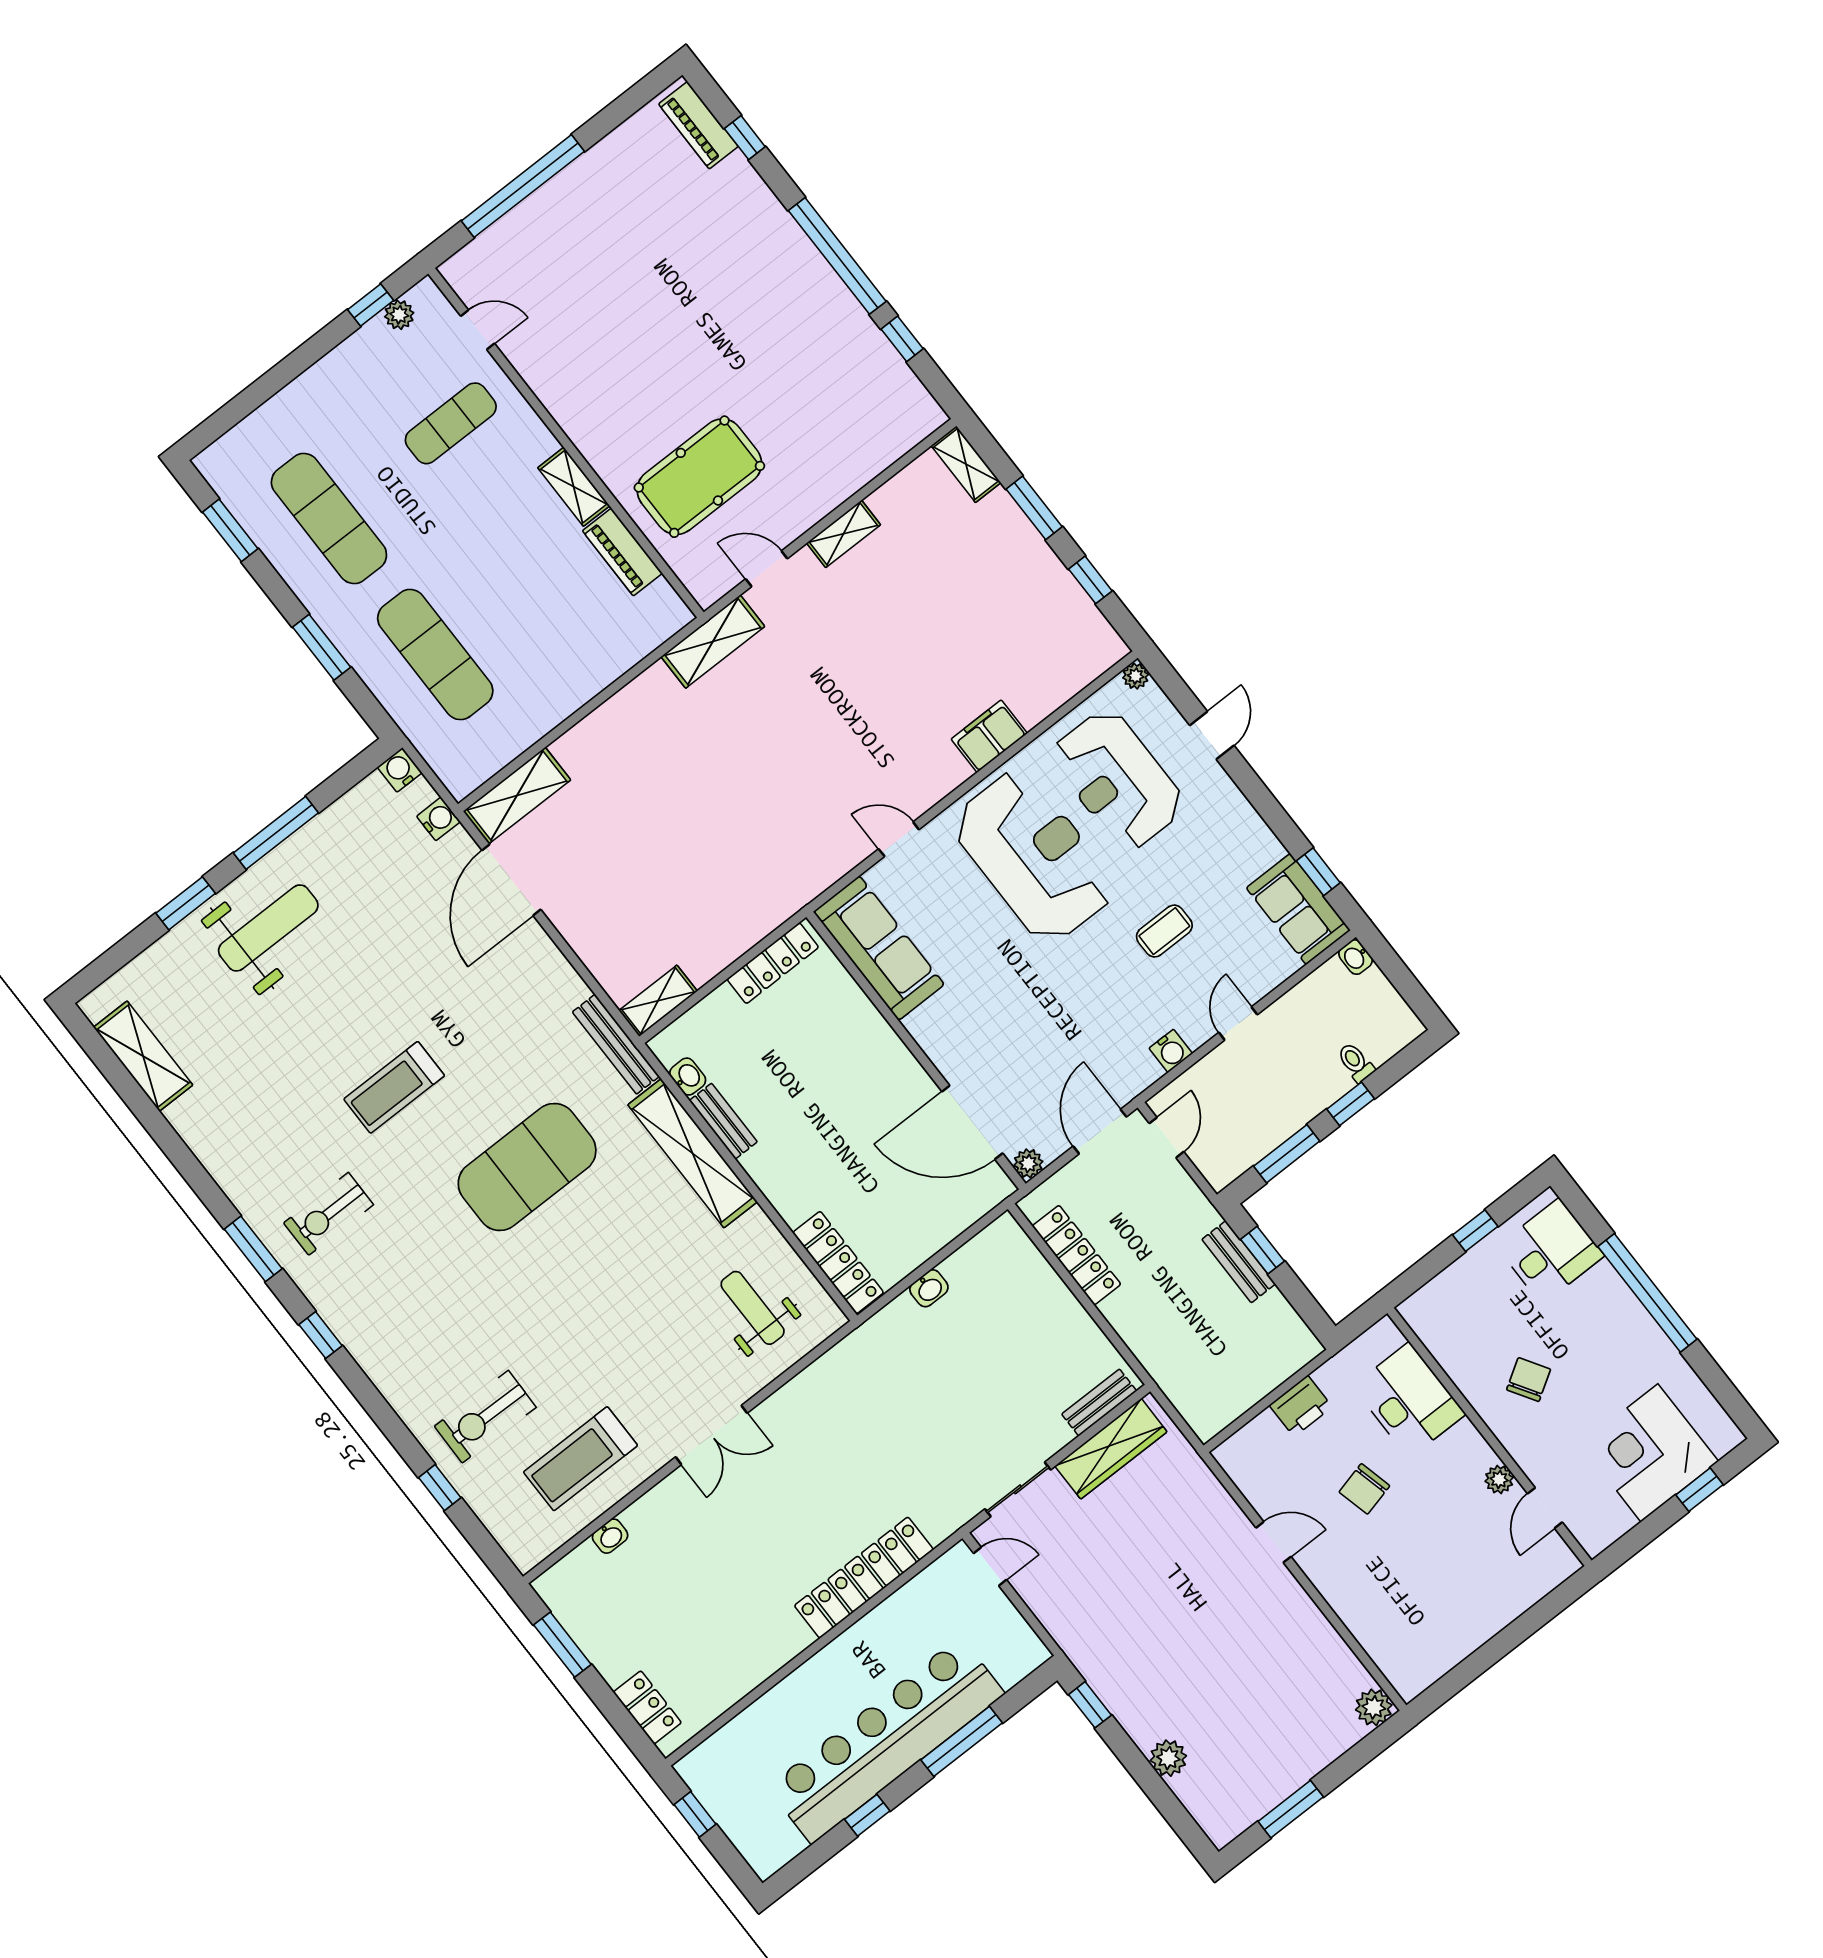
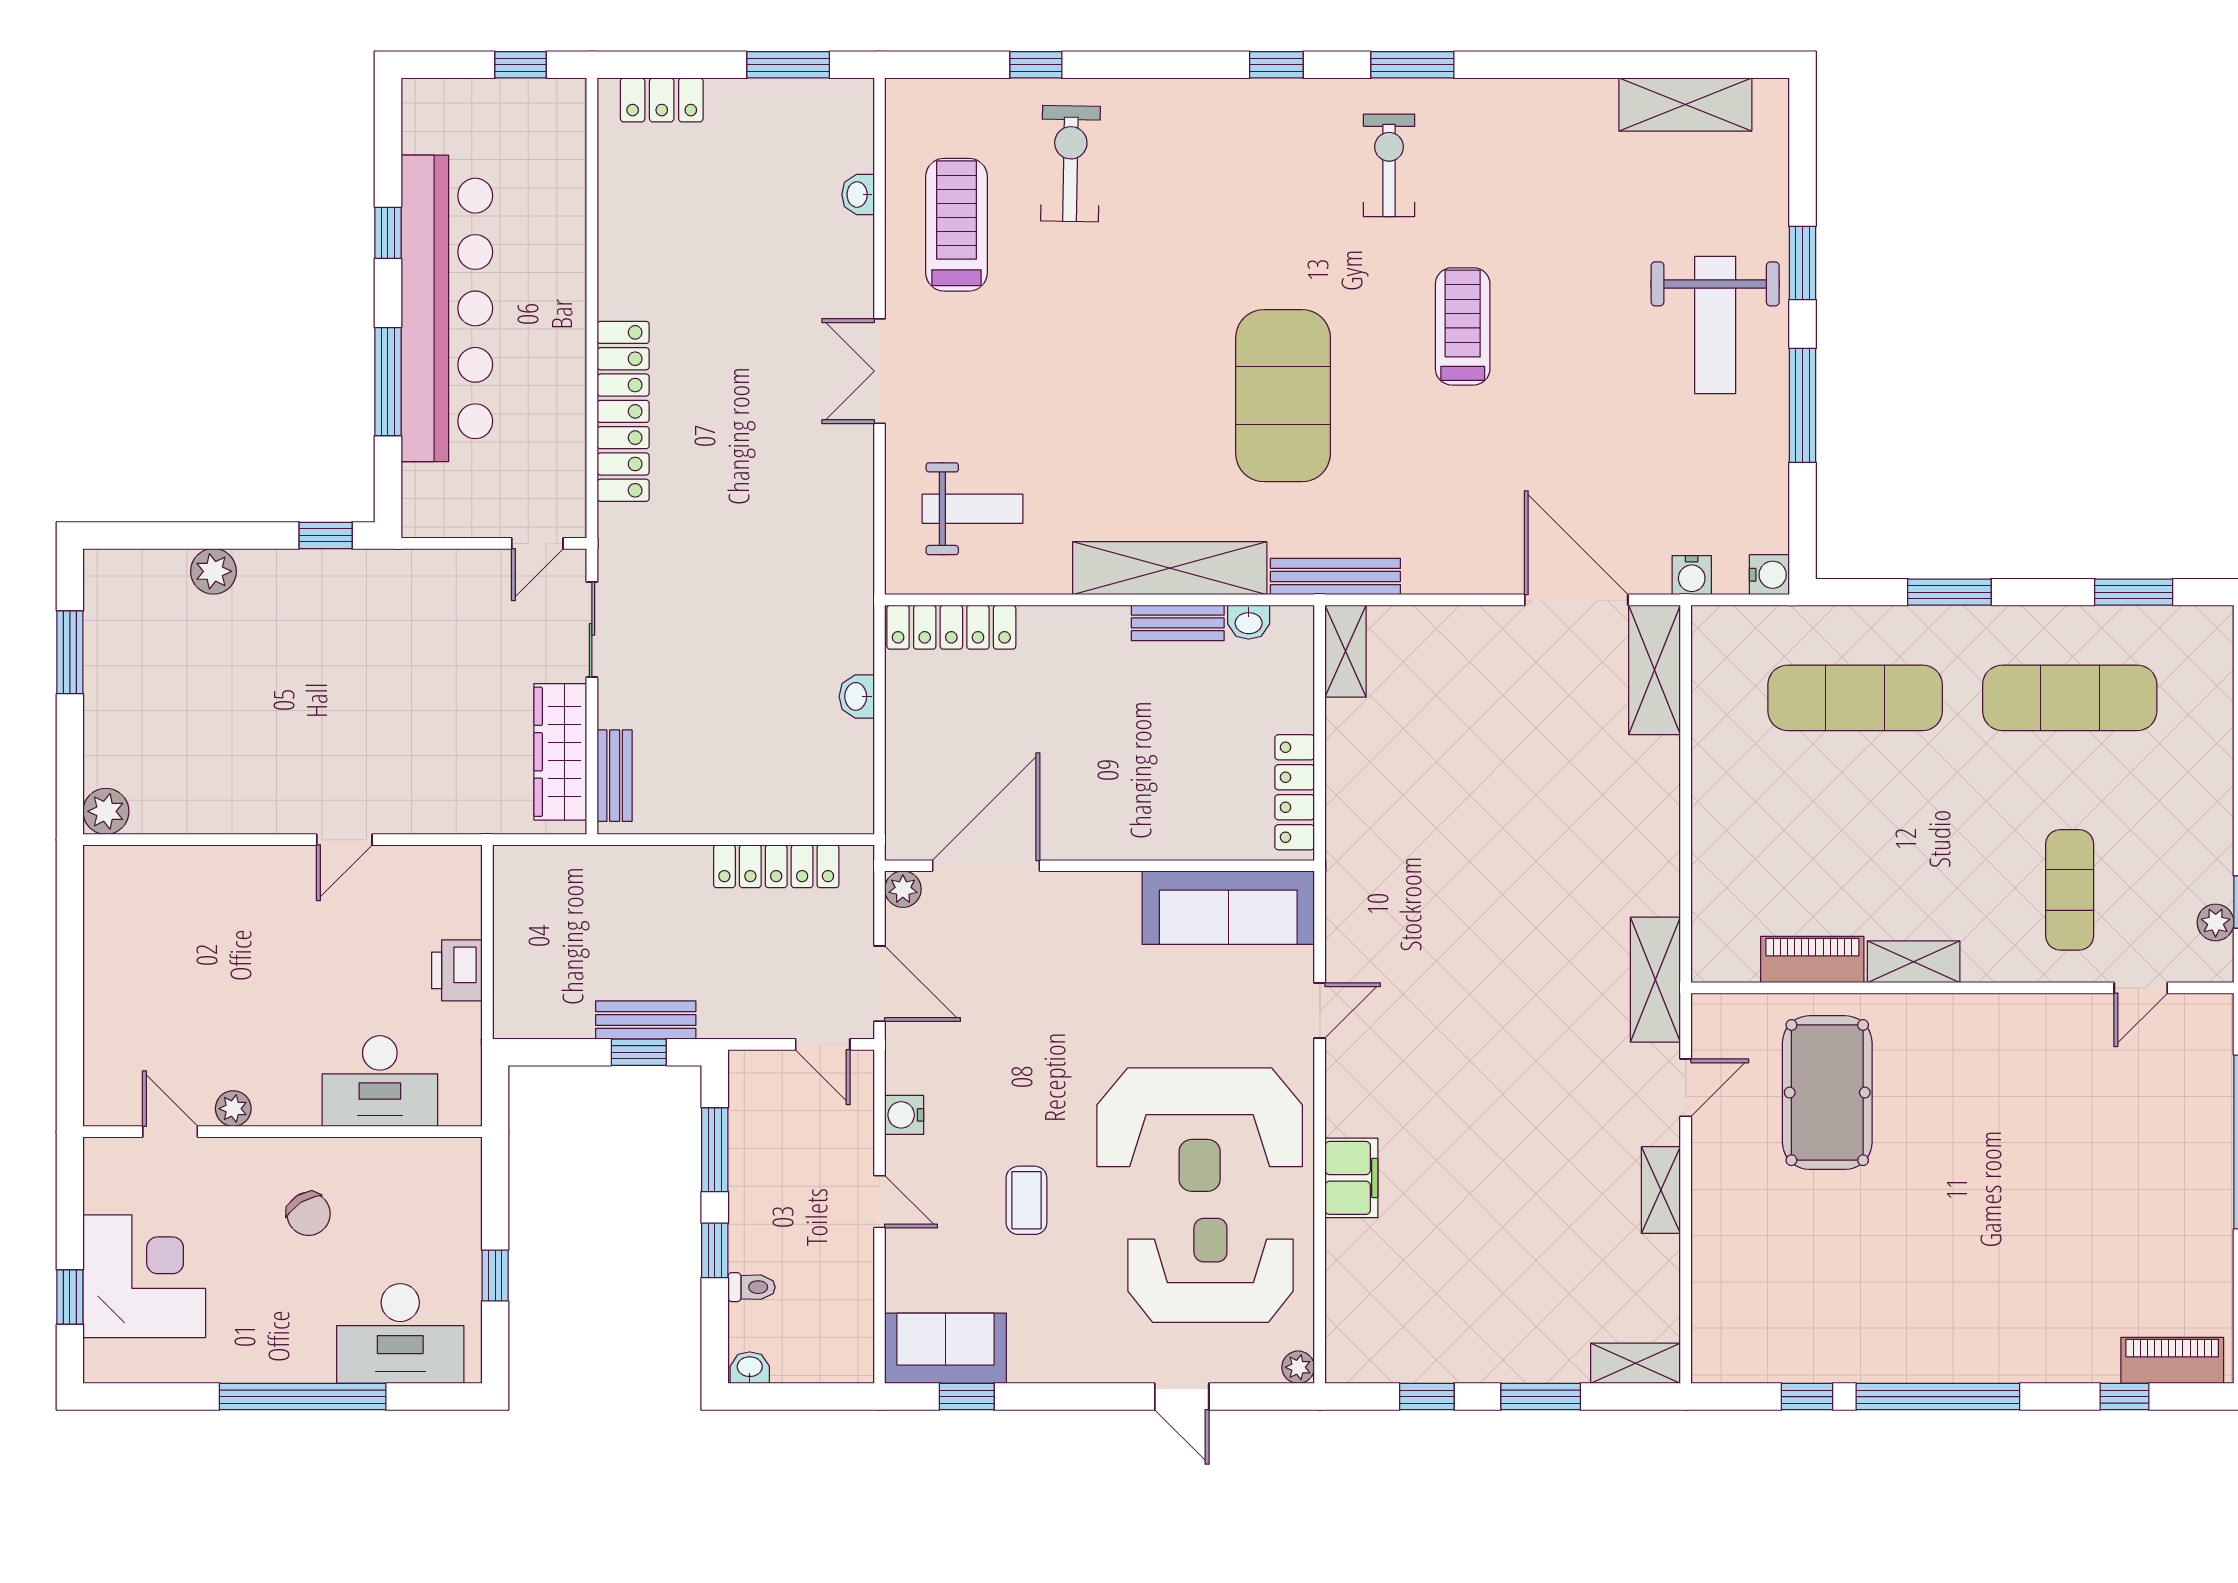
washbasin: (1356, 957) -> (750, 1368), moved
desk: (1551, 1251) -> (400, 1334), width x1.37
chair: (1364, 1489) -> (327, 969), removed

